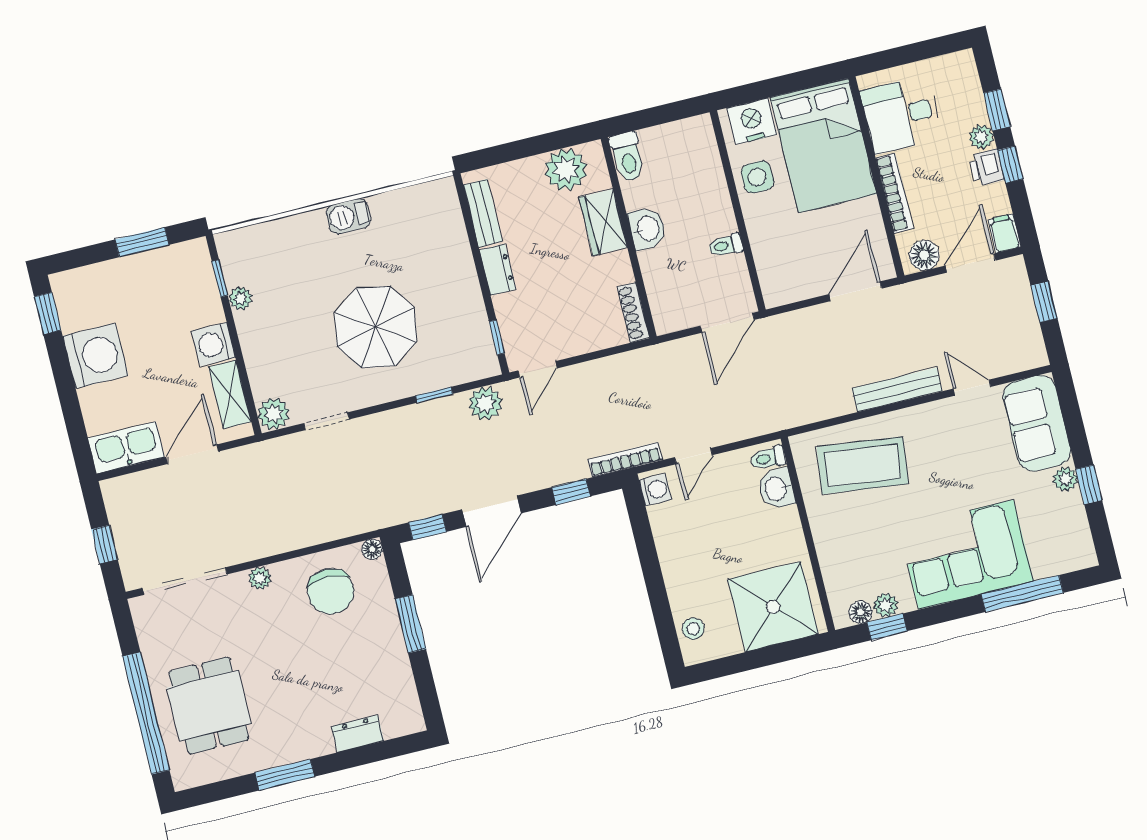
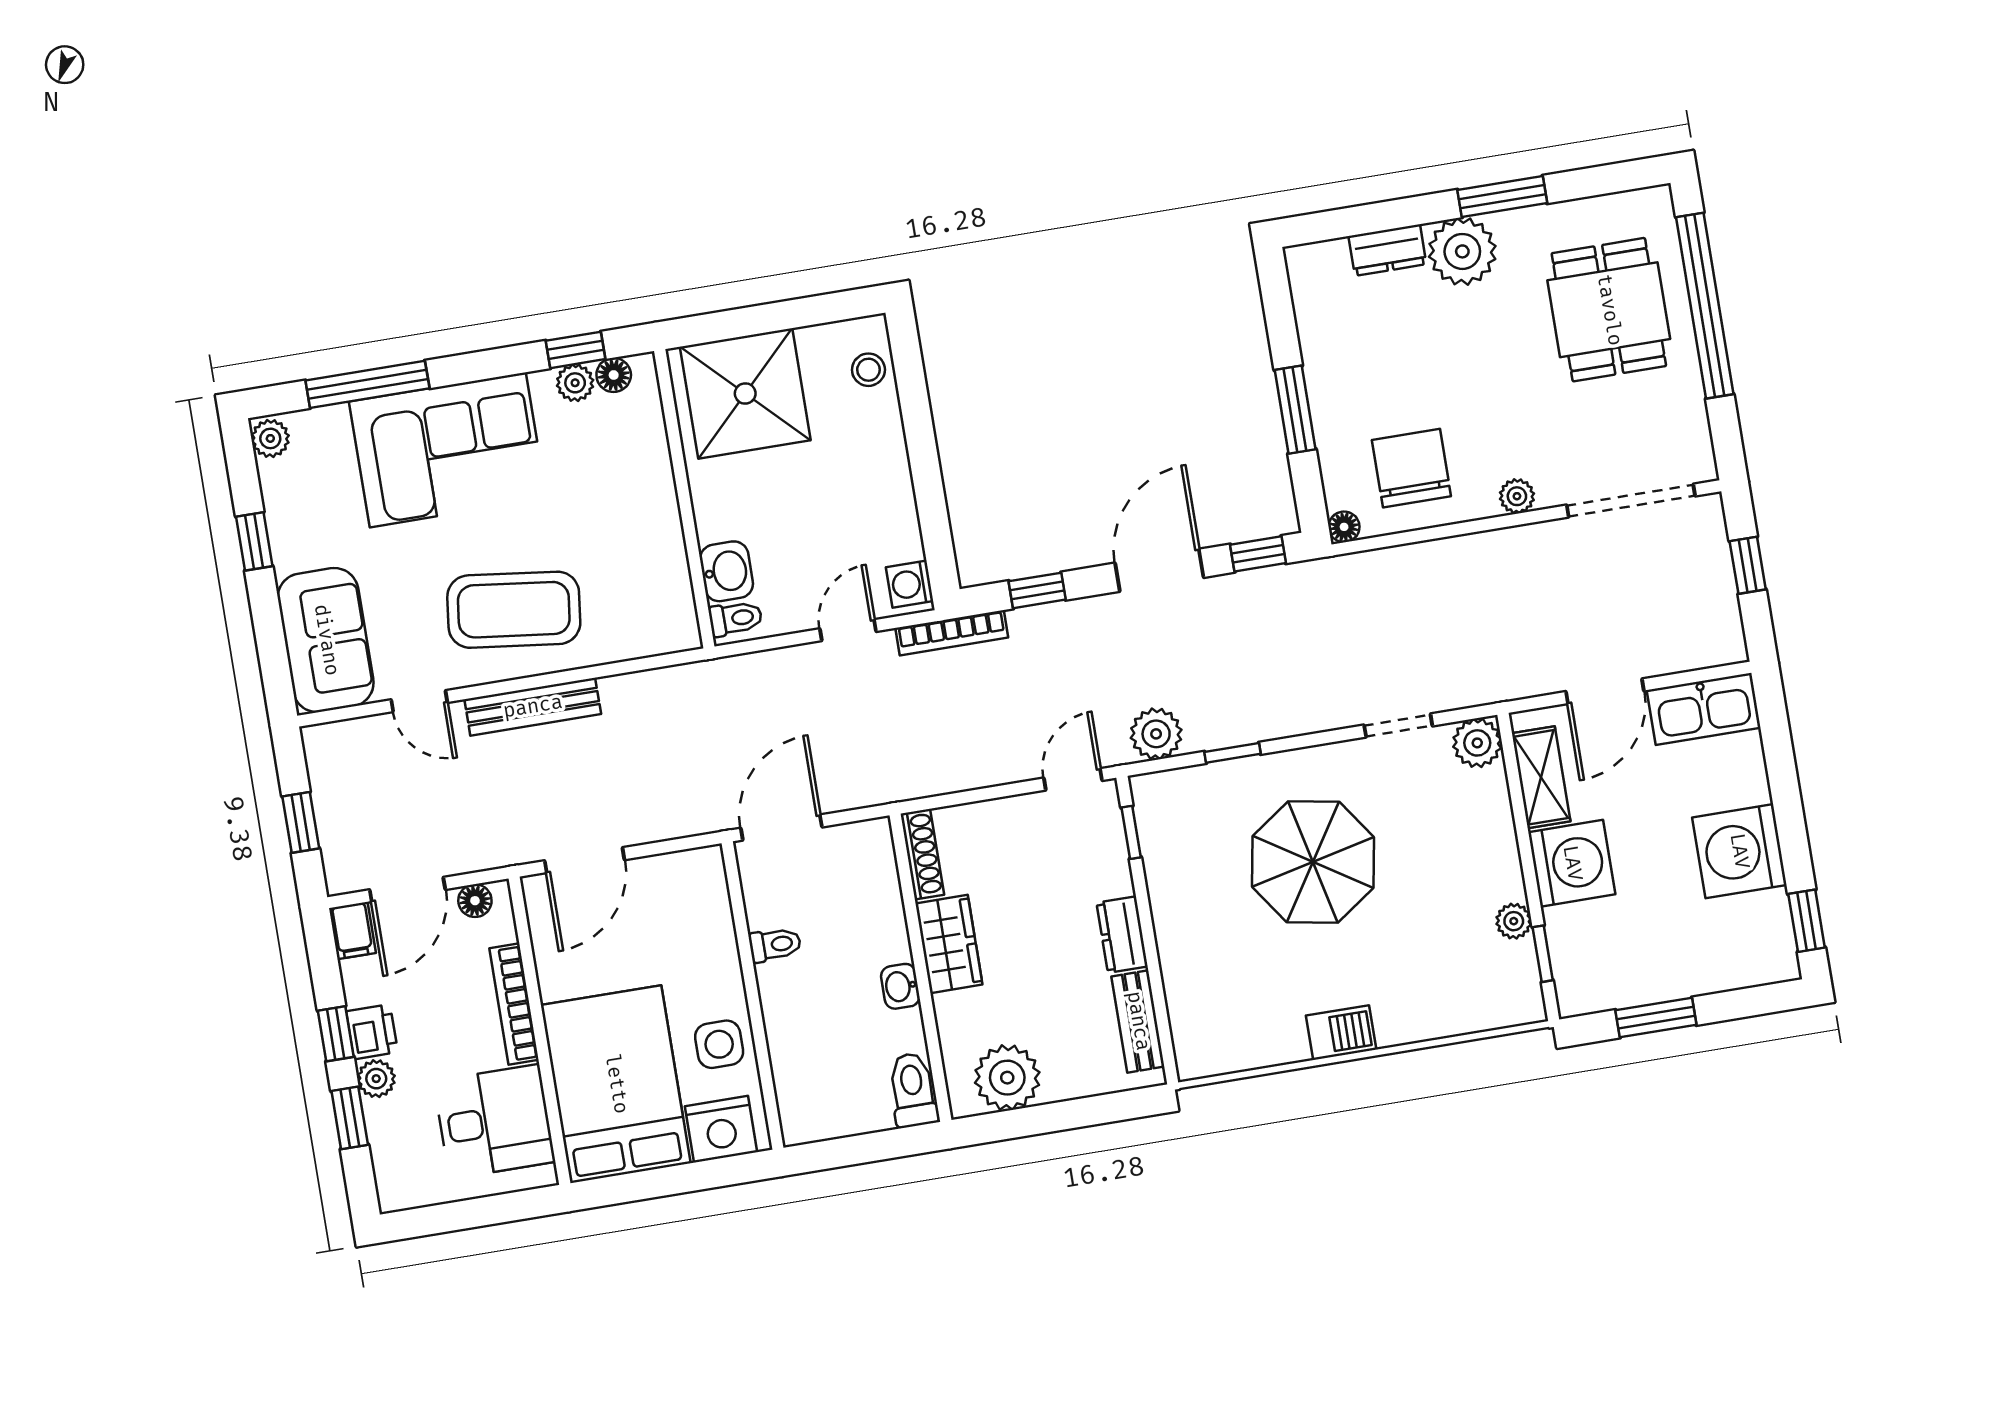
wardrobe: (603, 222) -> (949, 944), moved
washbasin: (647, 228) -> (900, 986), width x0.72, depth x0.69
floor lamp: (924, 255) -> (475, 901), width x0.73, depth x0.73
washing machine: (213, 344) -> (1572, 863), width x1.37, depth x1.37
coffee table: (863, 465) -> (514, 610), moved
plant: (1065, 479) -> (270, 438), moved
plant: (308, 737) -> (1462, 251), added

